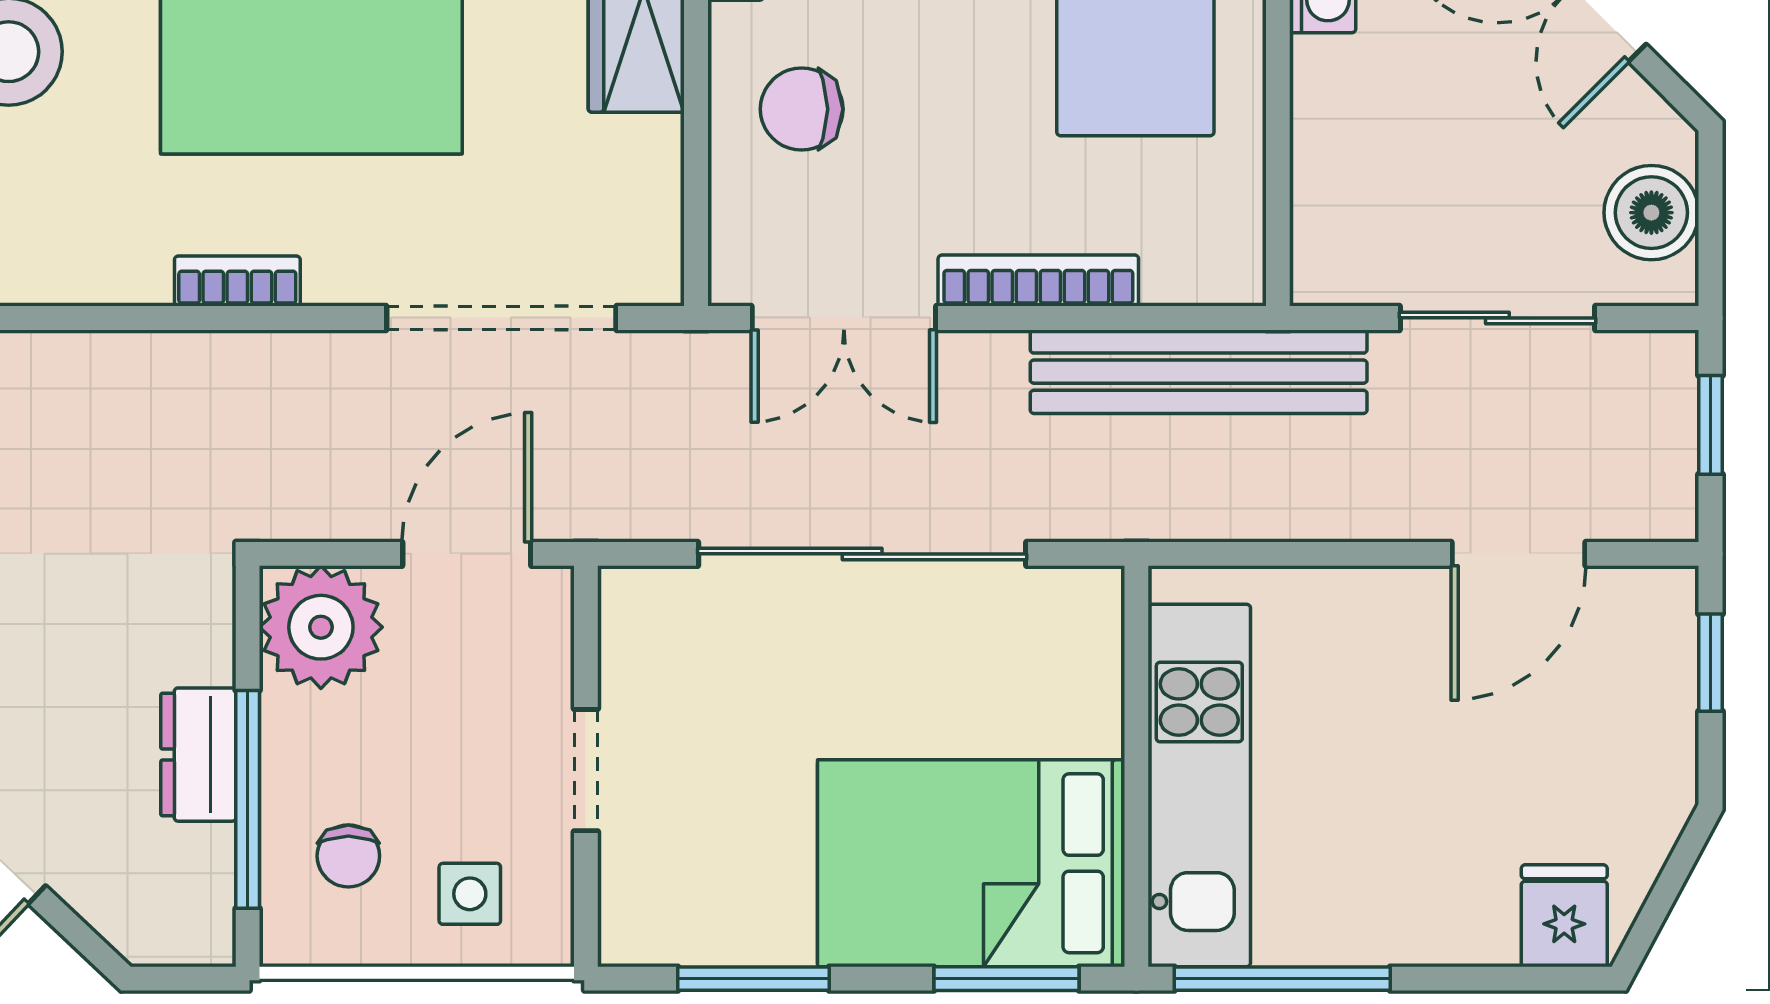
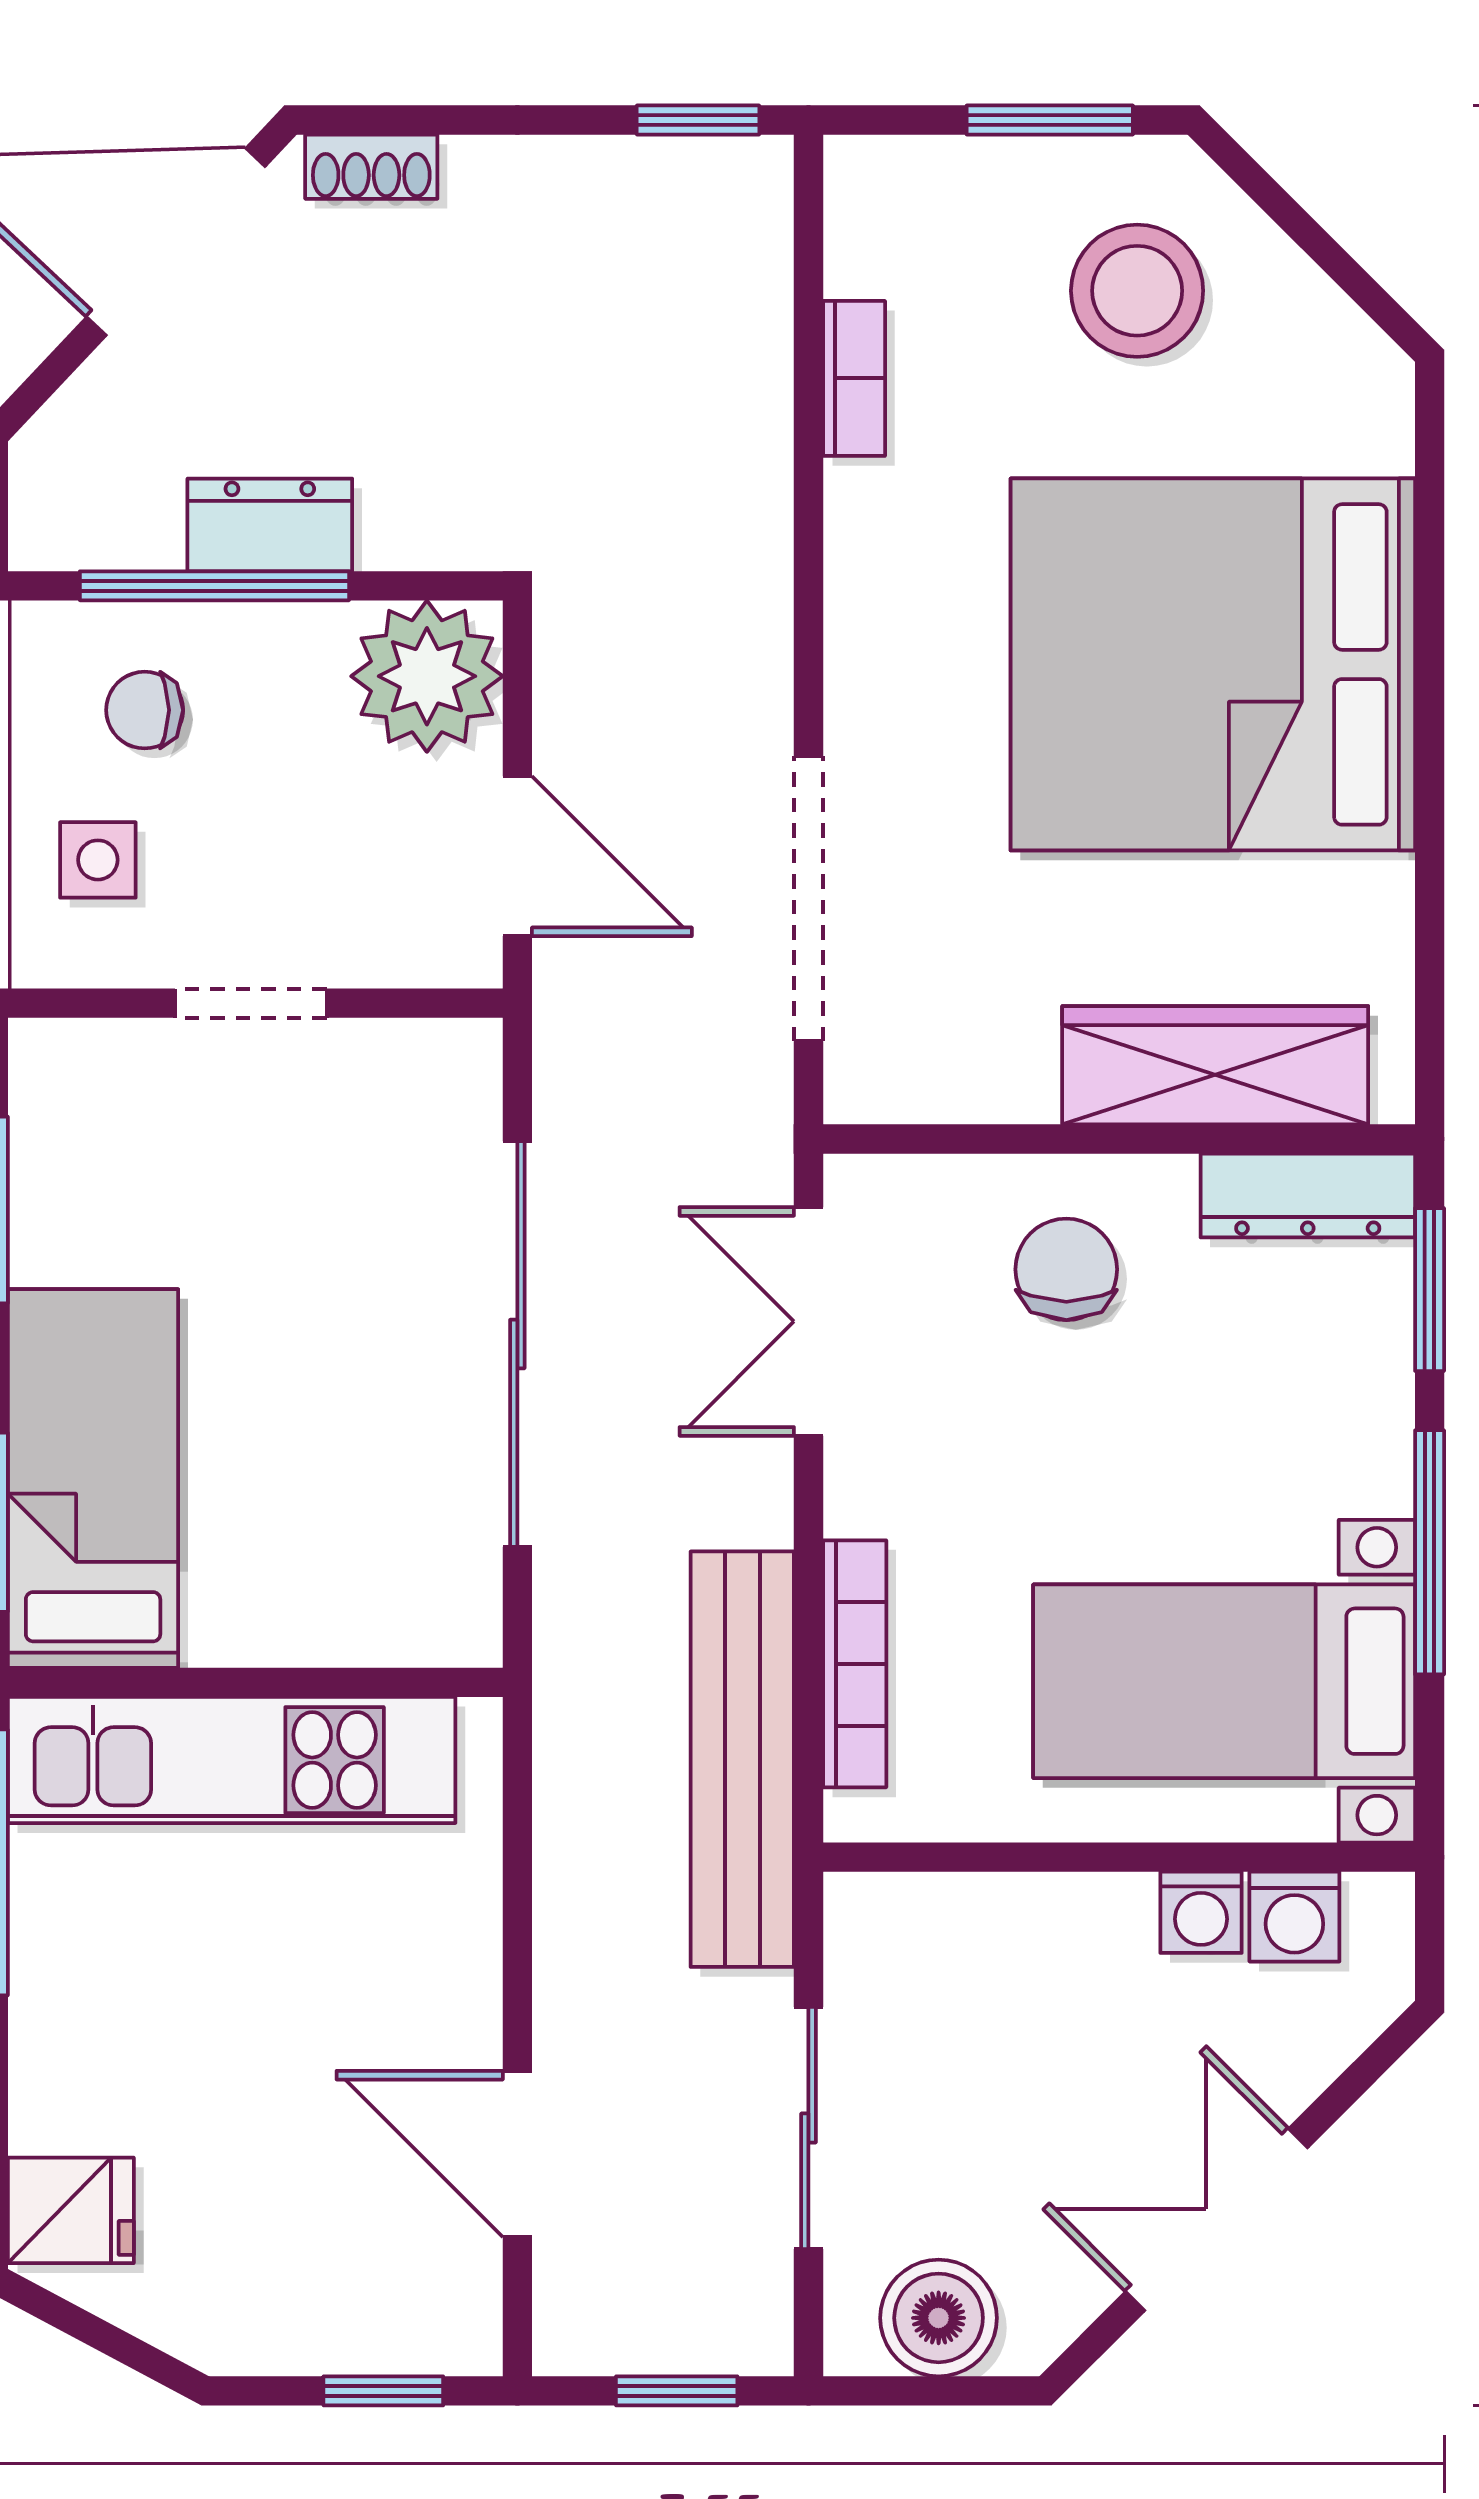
bookcase: (237, 281) -> (854, 378), moved
bookcase: (1038, 281) -> (855, 1664), moved
bed: (971, 863) -> (93, 1479), width x0.67

